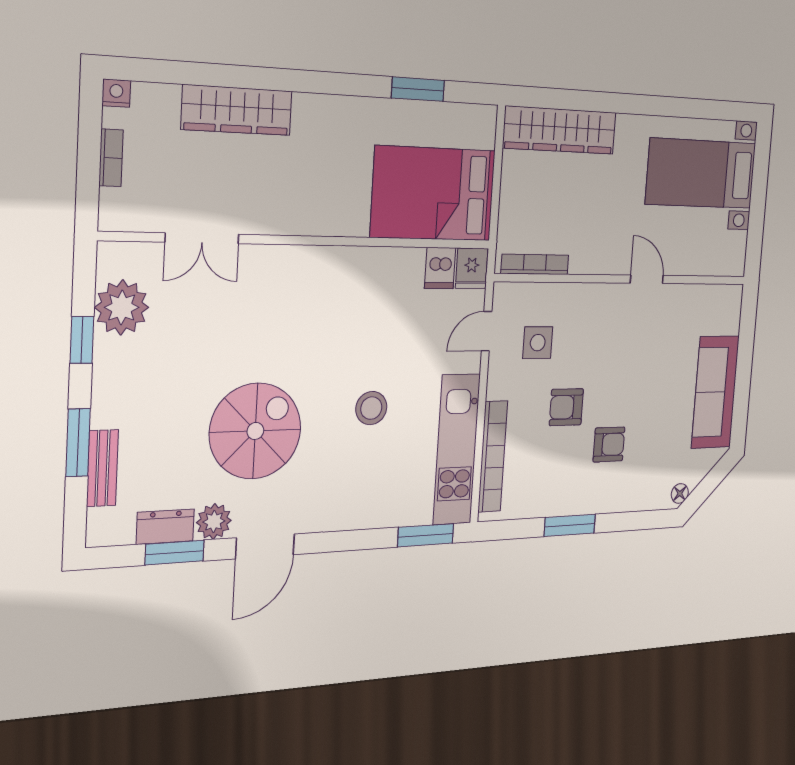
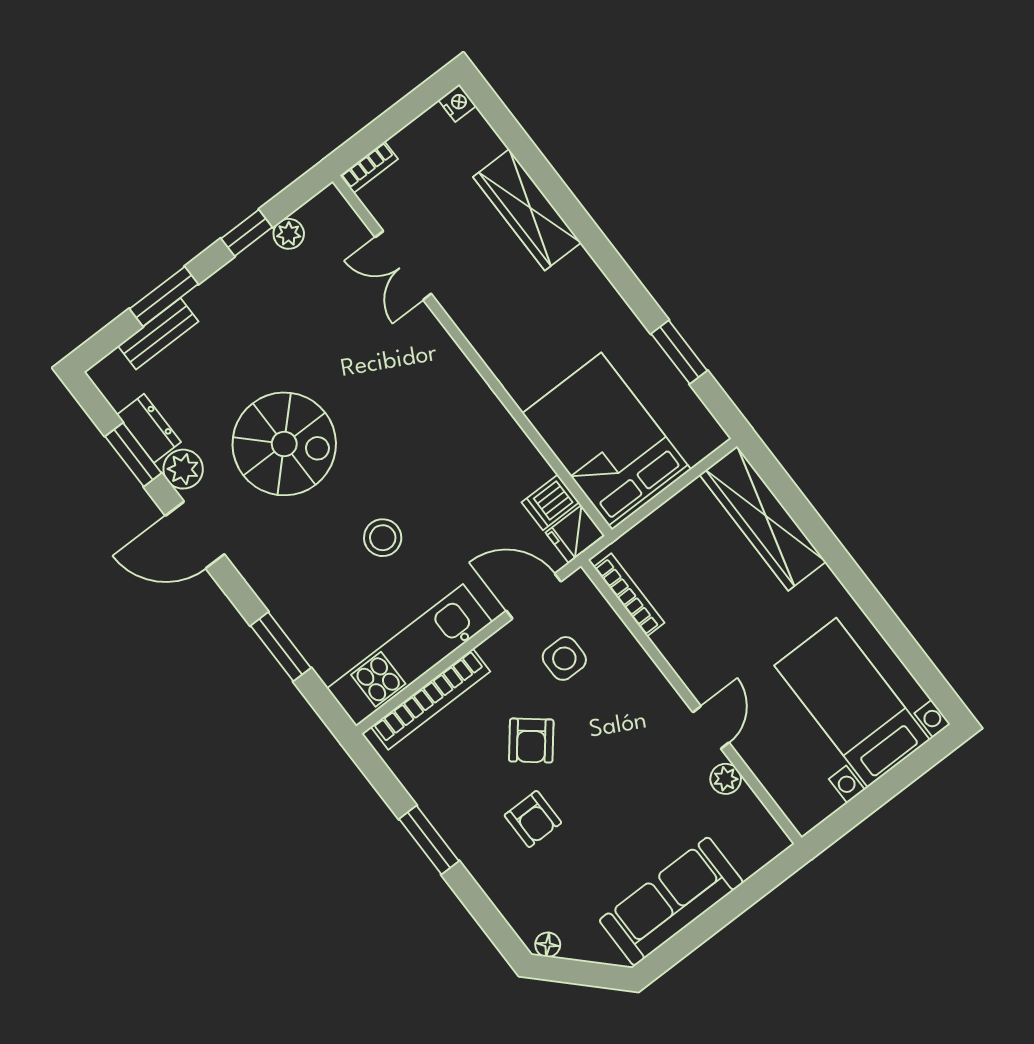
bookcase: (111, 158) -> (369, 167), moved
plant: (680, 296) -> (726, 779), added
plant: (122, 307) -> (289, 234), width x0.53, depth x0.53
door: (487, 331) -> (534, 596), width x1.37
armchair: (566, 407) -> (531, 741), turned -141
window: (426, 535) -> (281, 647), moved

